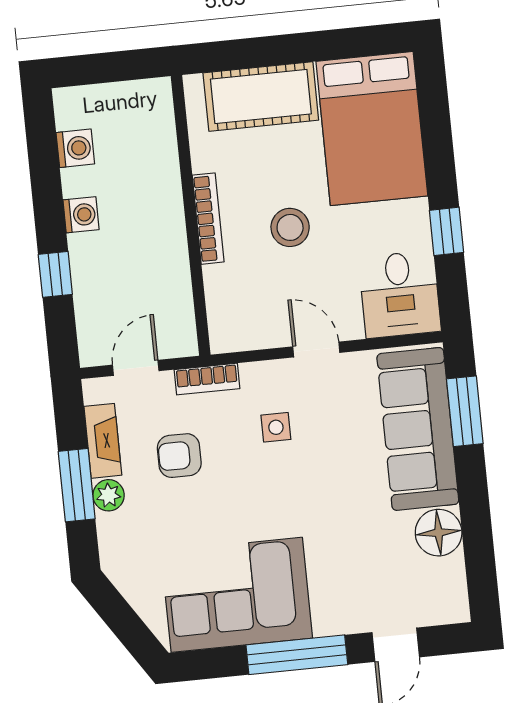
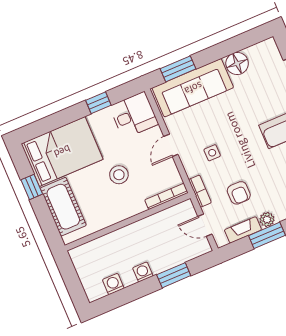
window: (320, 46) -> (32, 187), added
bookcase: (208, 219) -> (166, 196), moved
window: (55, 274) -> (174, 275), width x1.50

